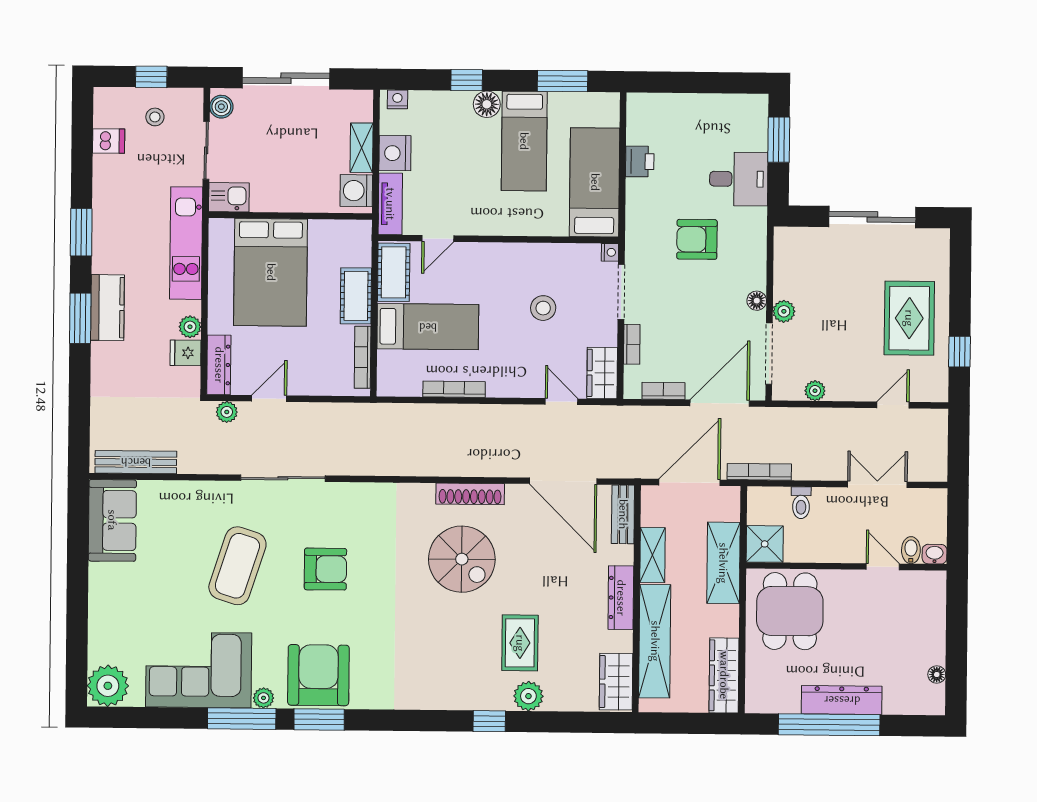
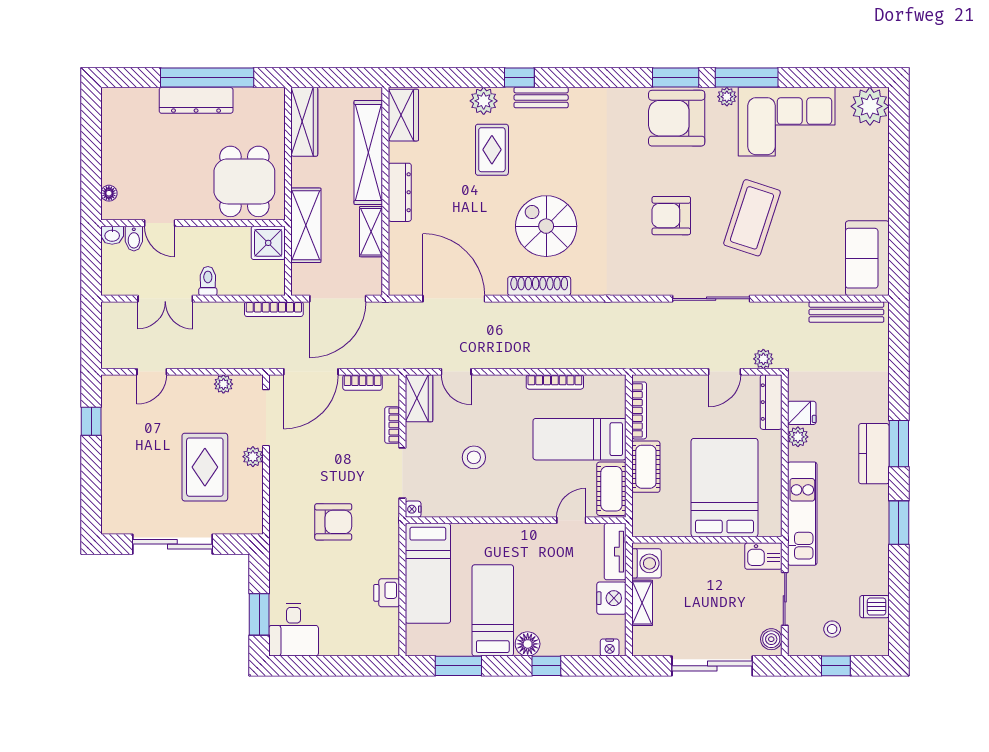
desk: (739, 179) -> (294, 630), moved, turned -90
floor lamp: (757, 301) -> (278, 466), removed
rug: (909, 318) -> (205, 467), moved
toilet: (801, 503) -> (208, 281), moved
bench: (623, 514) -> (541, 98), moved, turned 90
armchair: (318, 675) -> (677, 118), turned 90
floor lamp: (937, 675) -> (109, 193), moved

